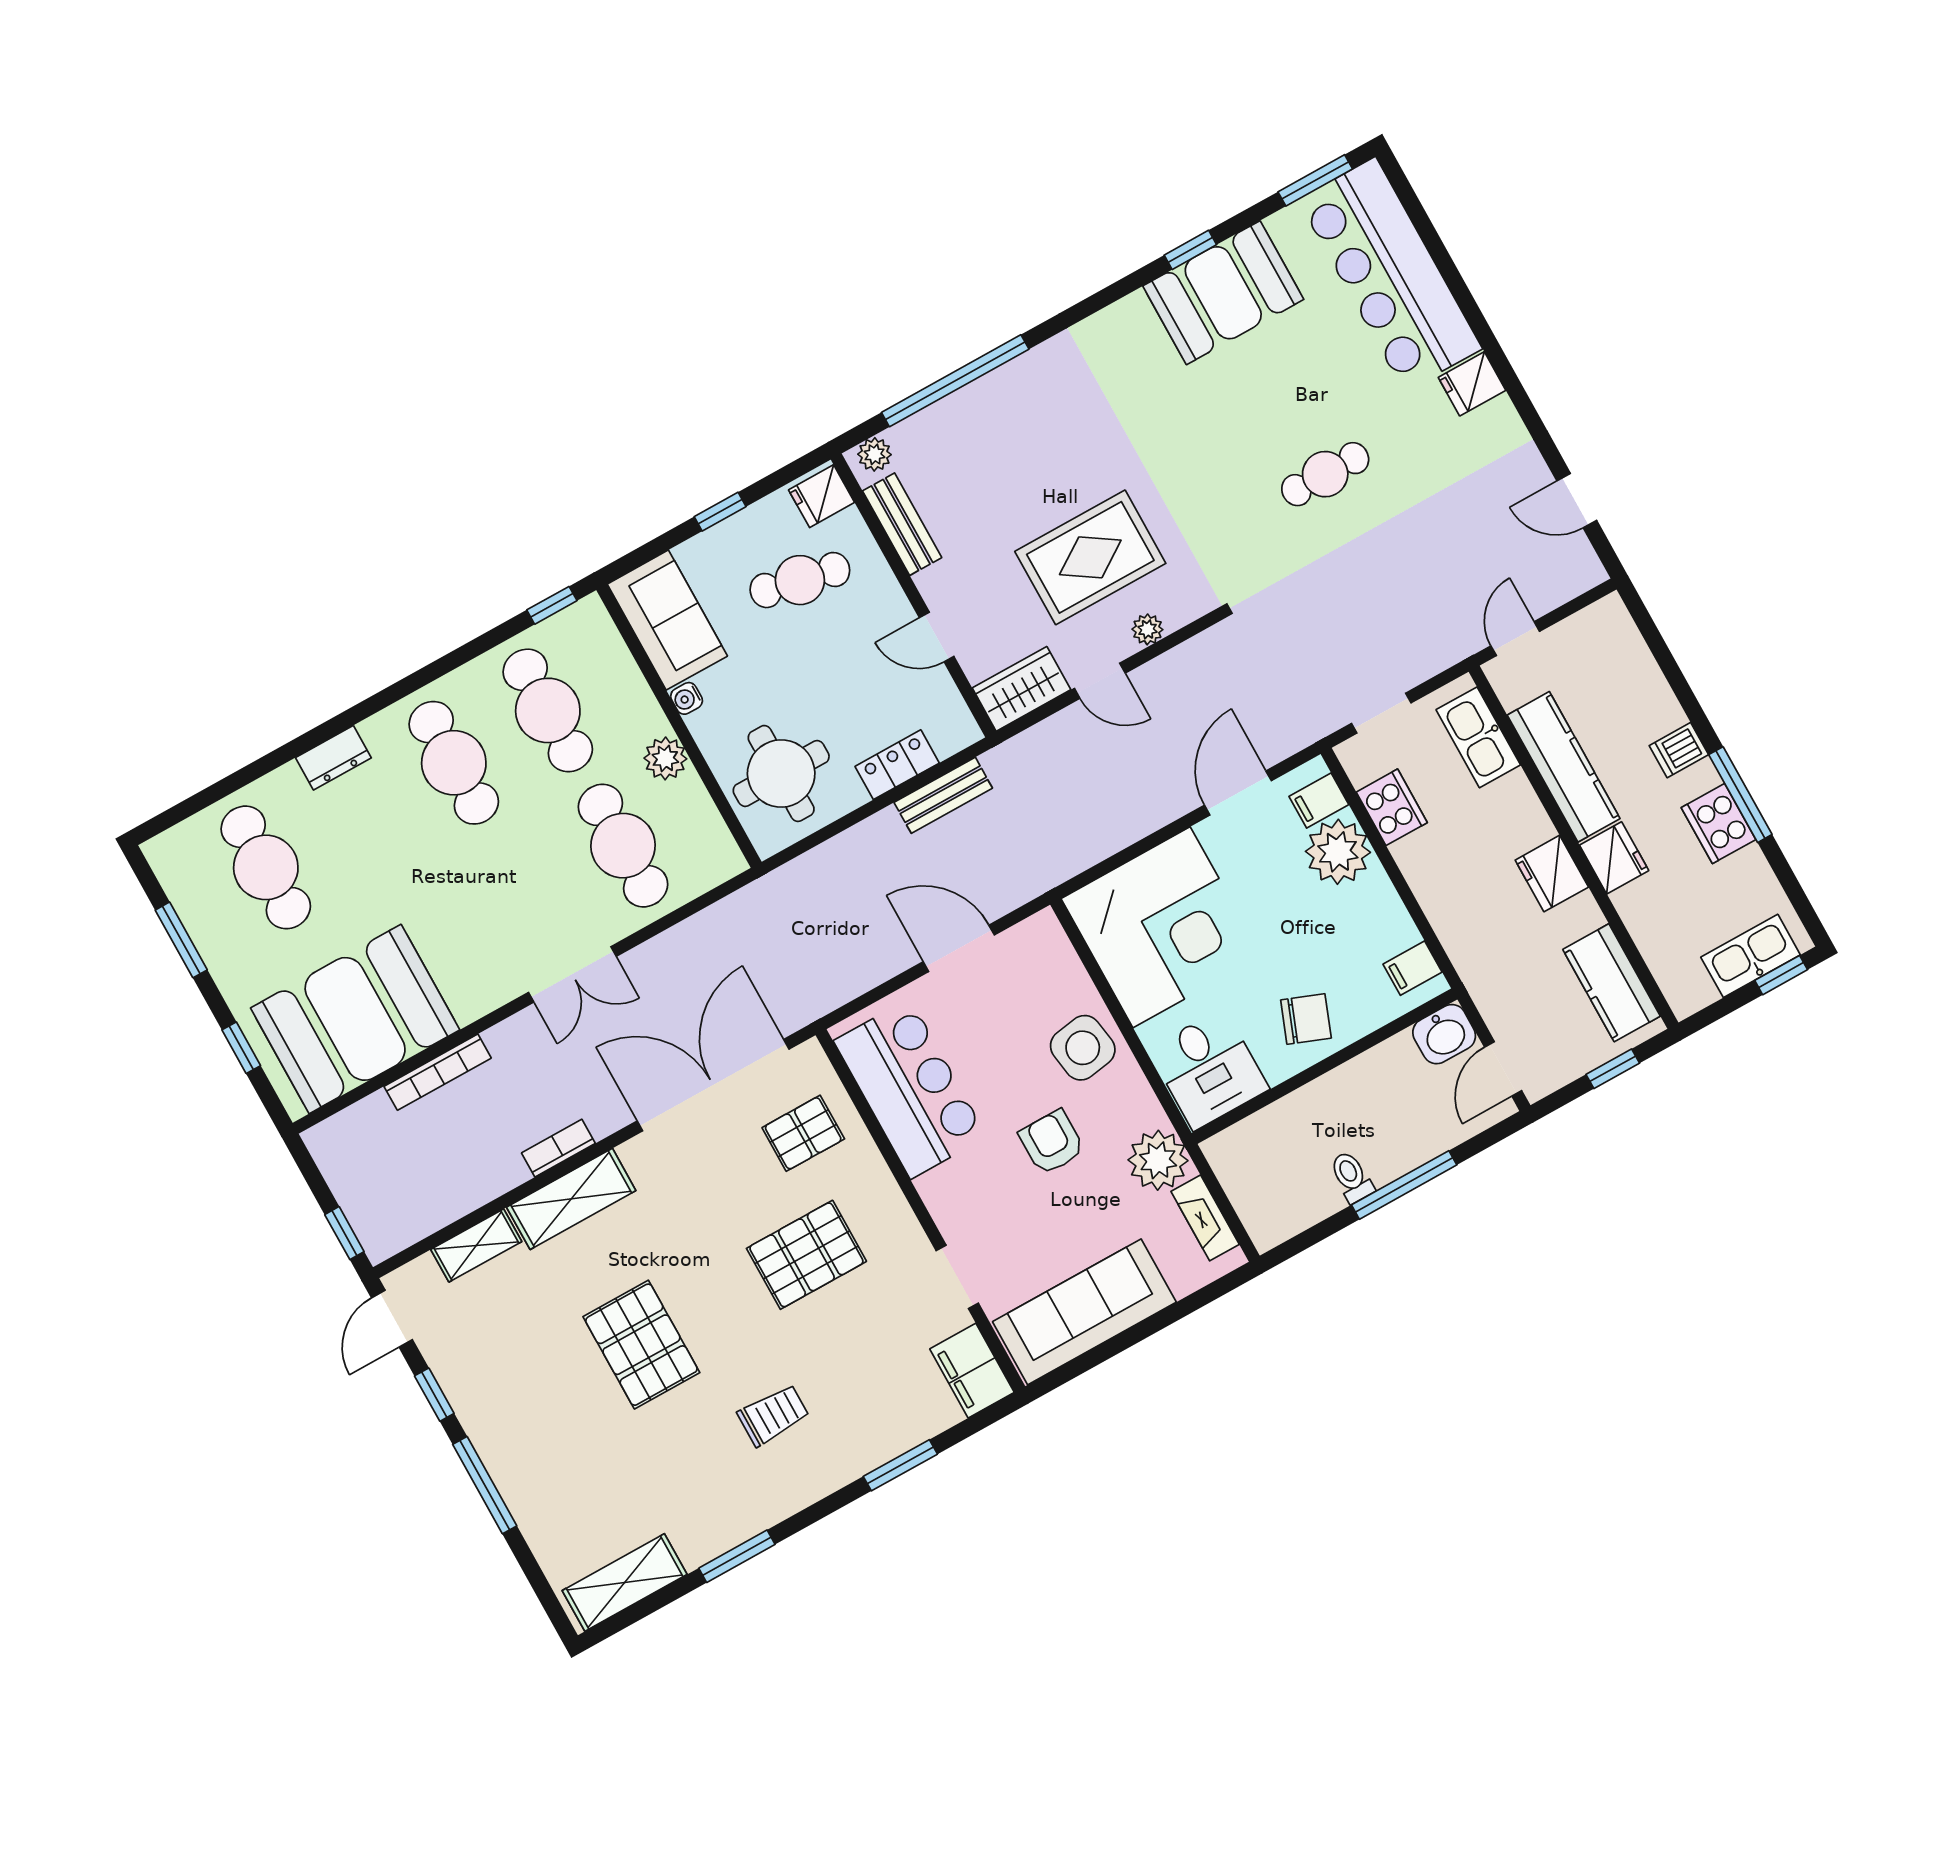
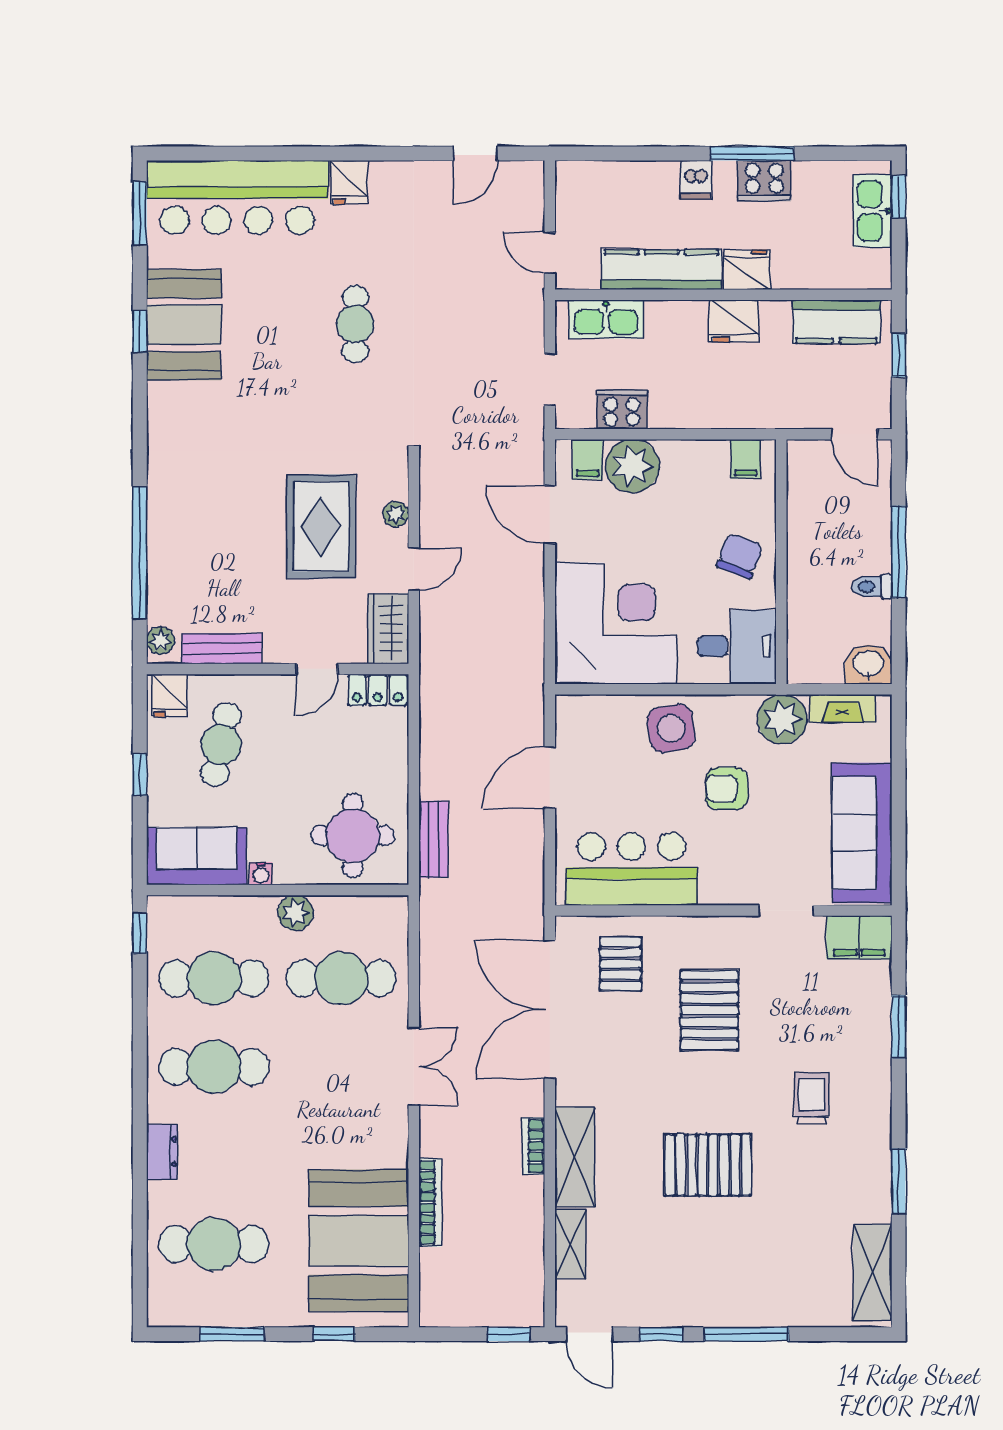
locker: (897, 765) -> (377, 690), moved, turned -90
bench: (943, 795) -> (433, 839), moved
washbasin: (1444, 1034) -> (868, 664), moved, turned -90

